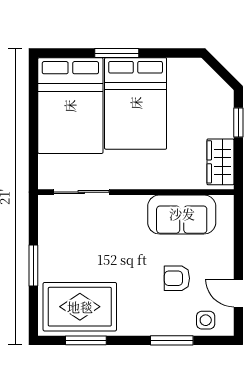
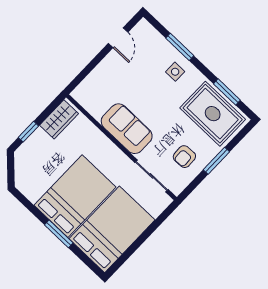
sofa: (182, 214) -> (127, 129), moved
armchair: (177, 278) -> (184, 157), moved, turned 88
side table: (206, 320) -> (175, 72), moved

